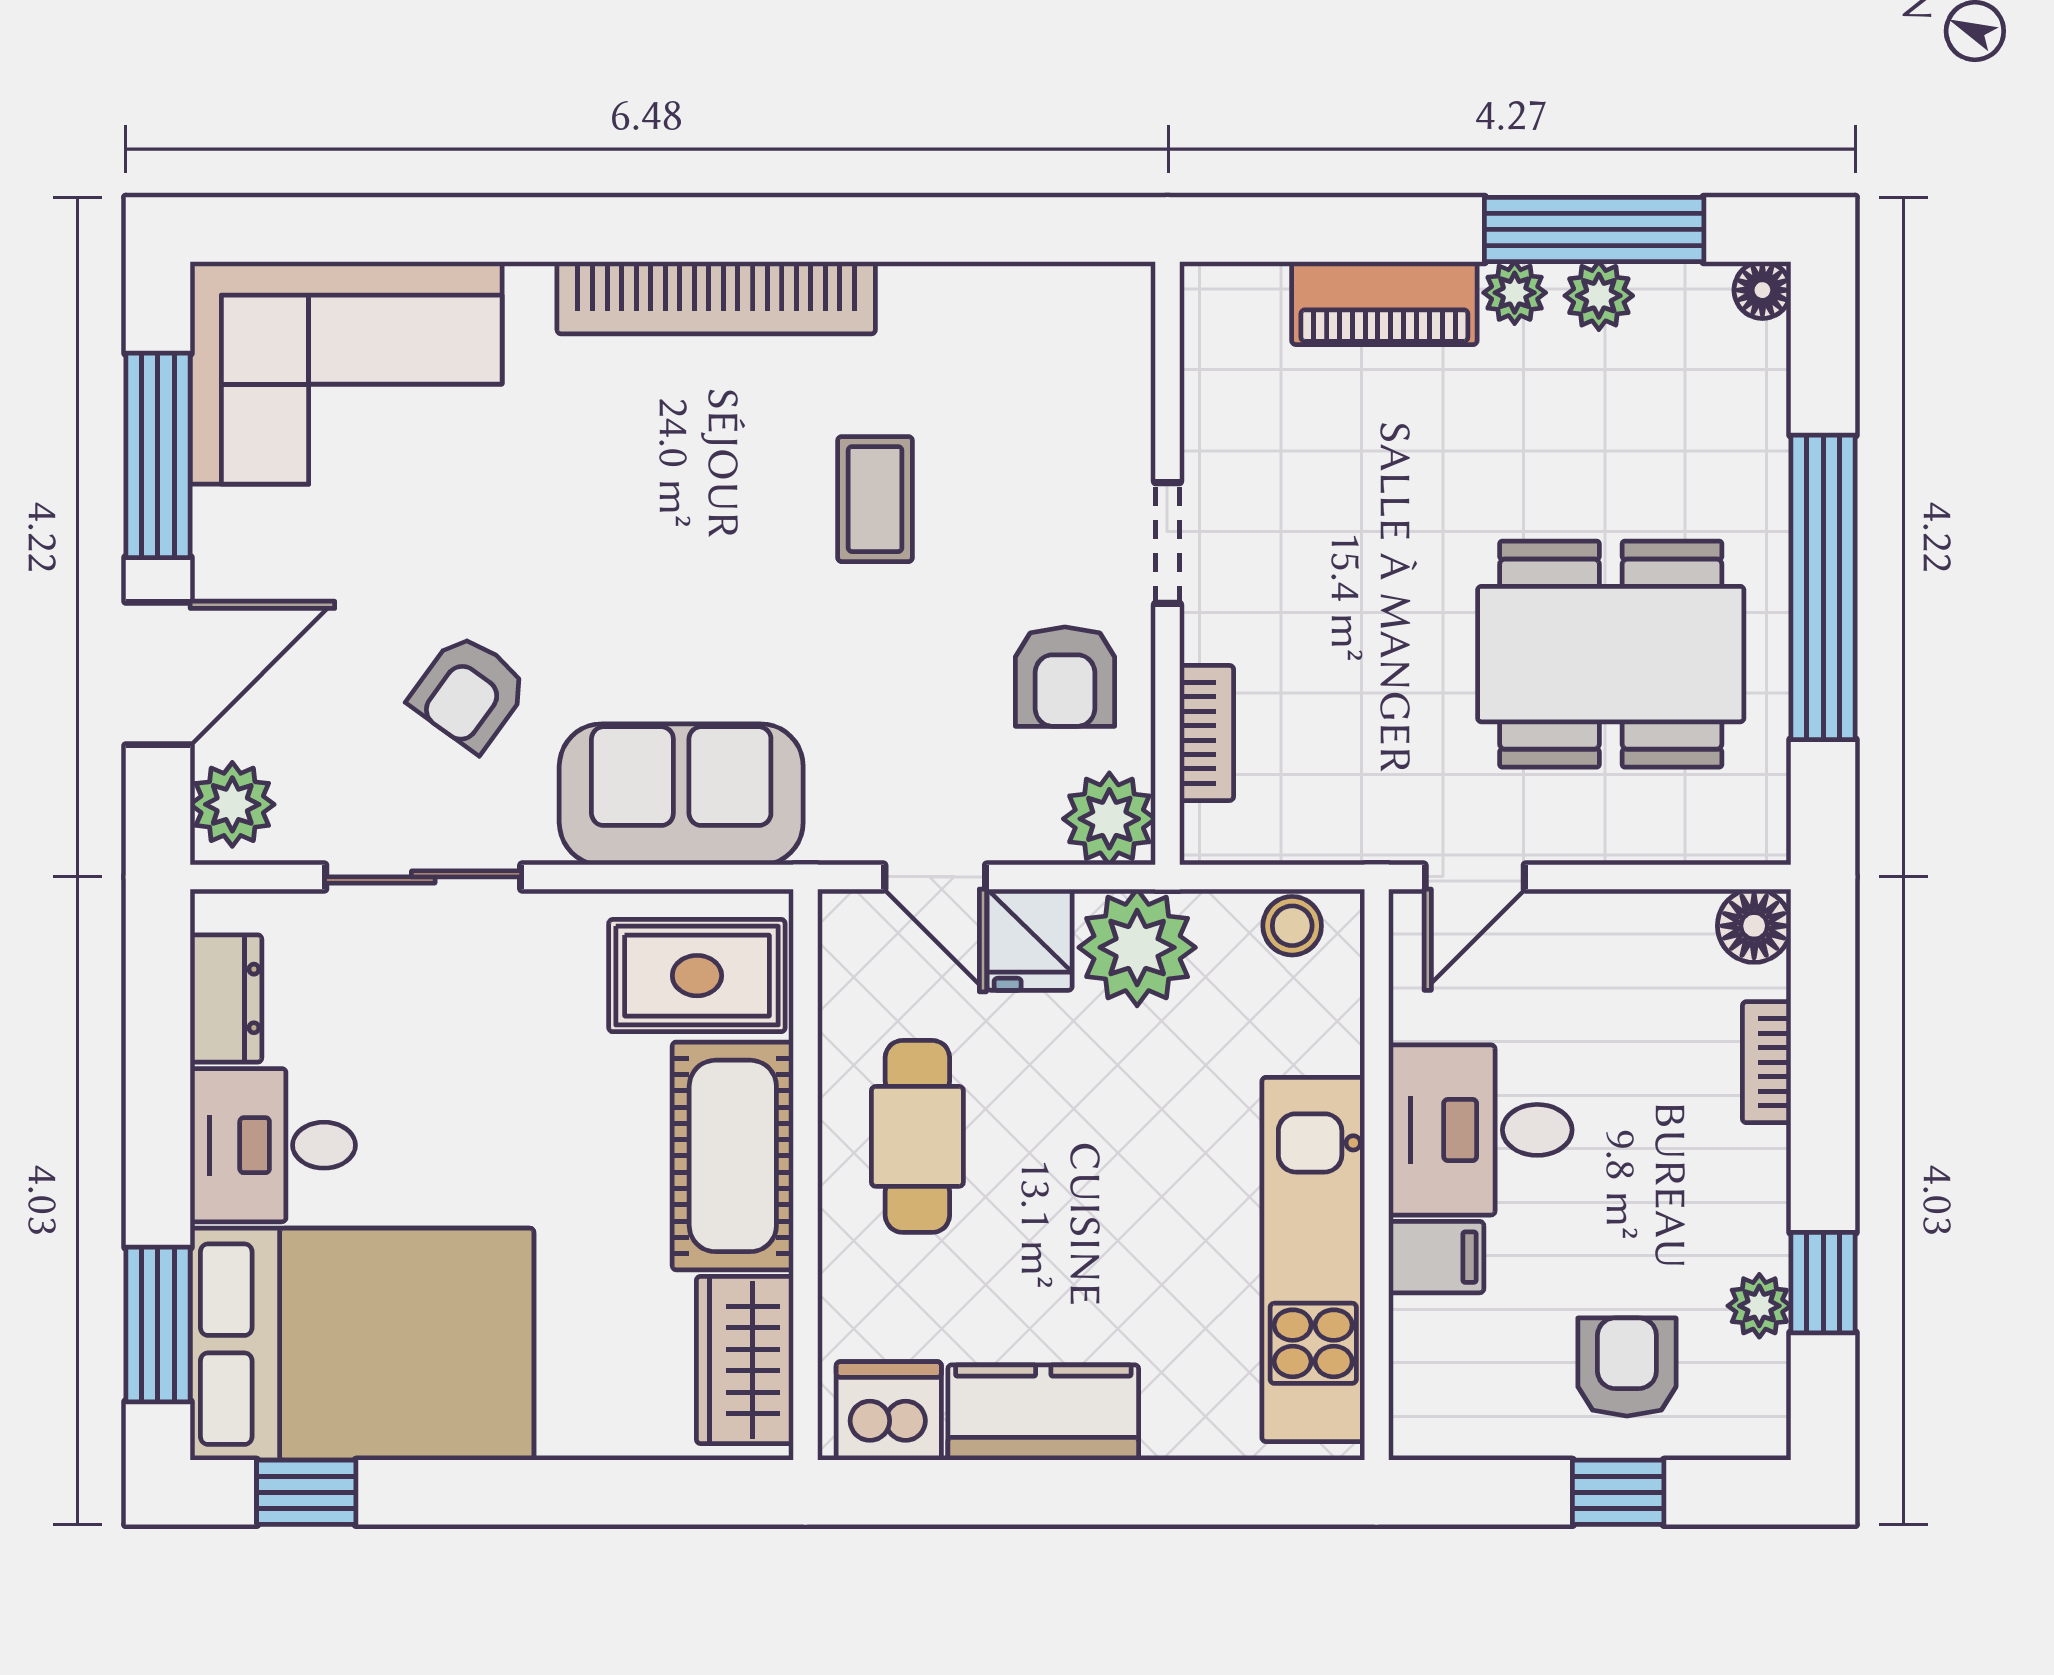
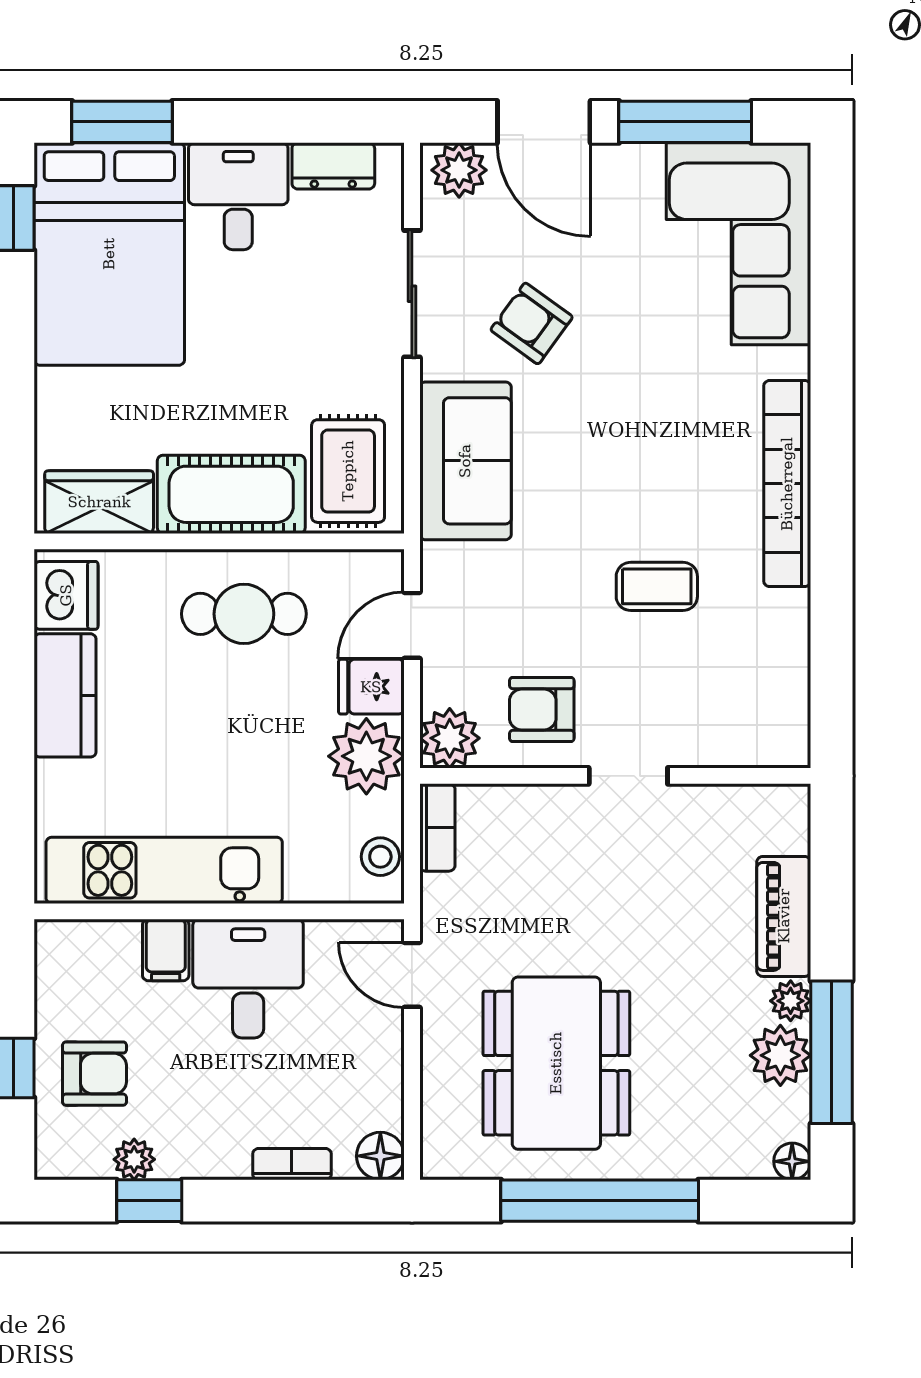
plant: (1599, 296) -> (780, 1055), width x1.38, depth x1.38
bookcase: (1207, 733) -> (437, 827), moved, turned -90

